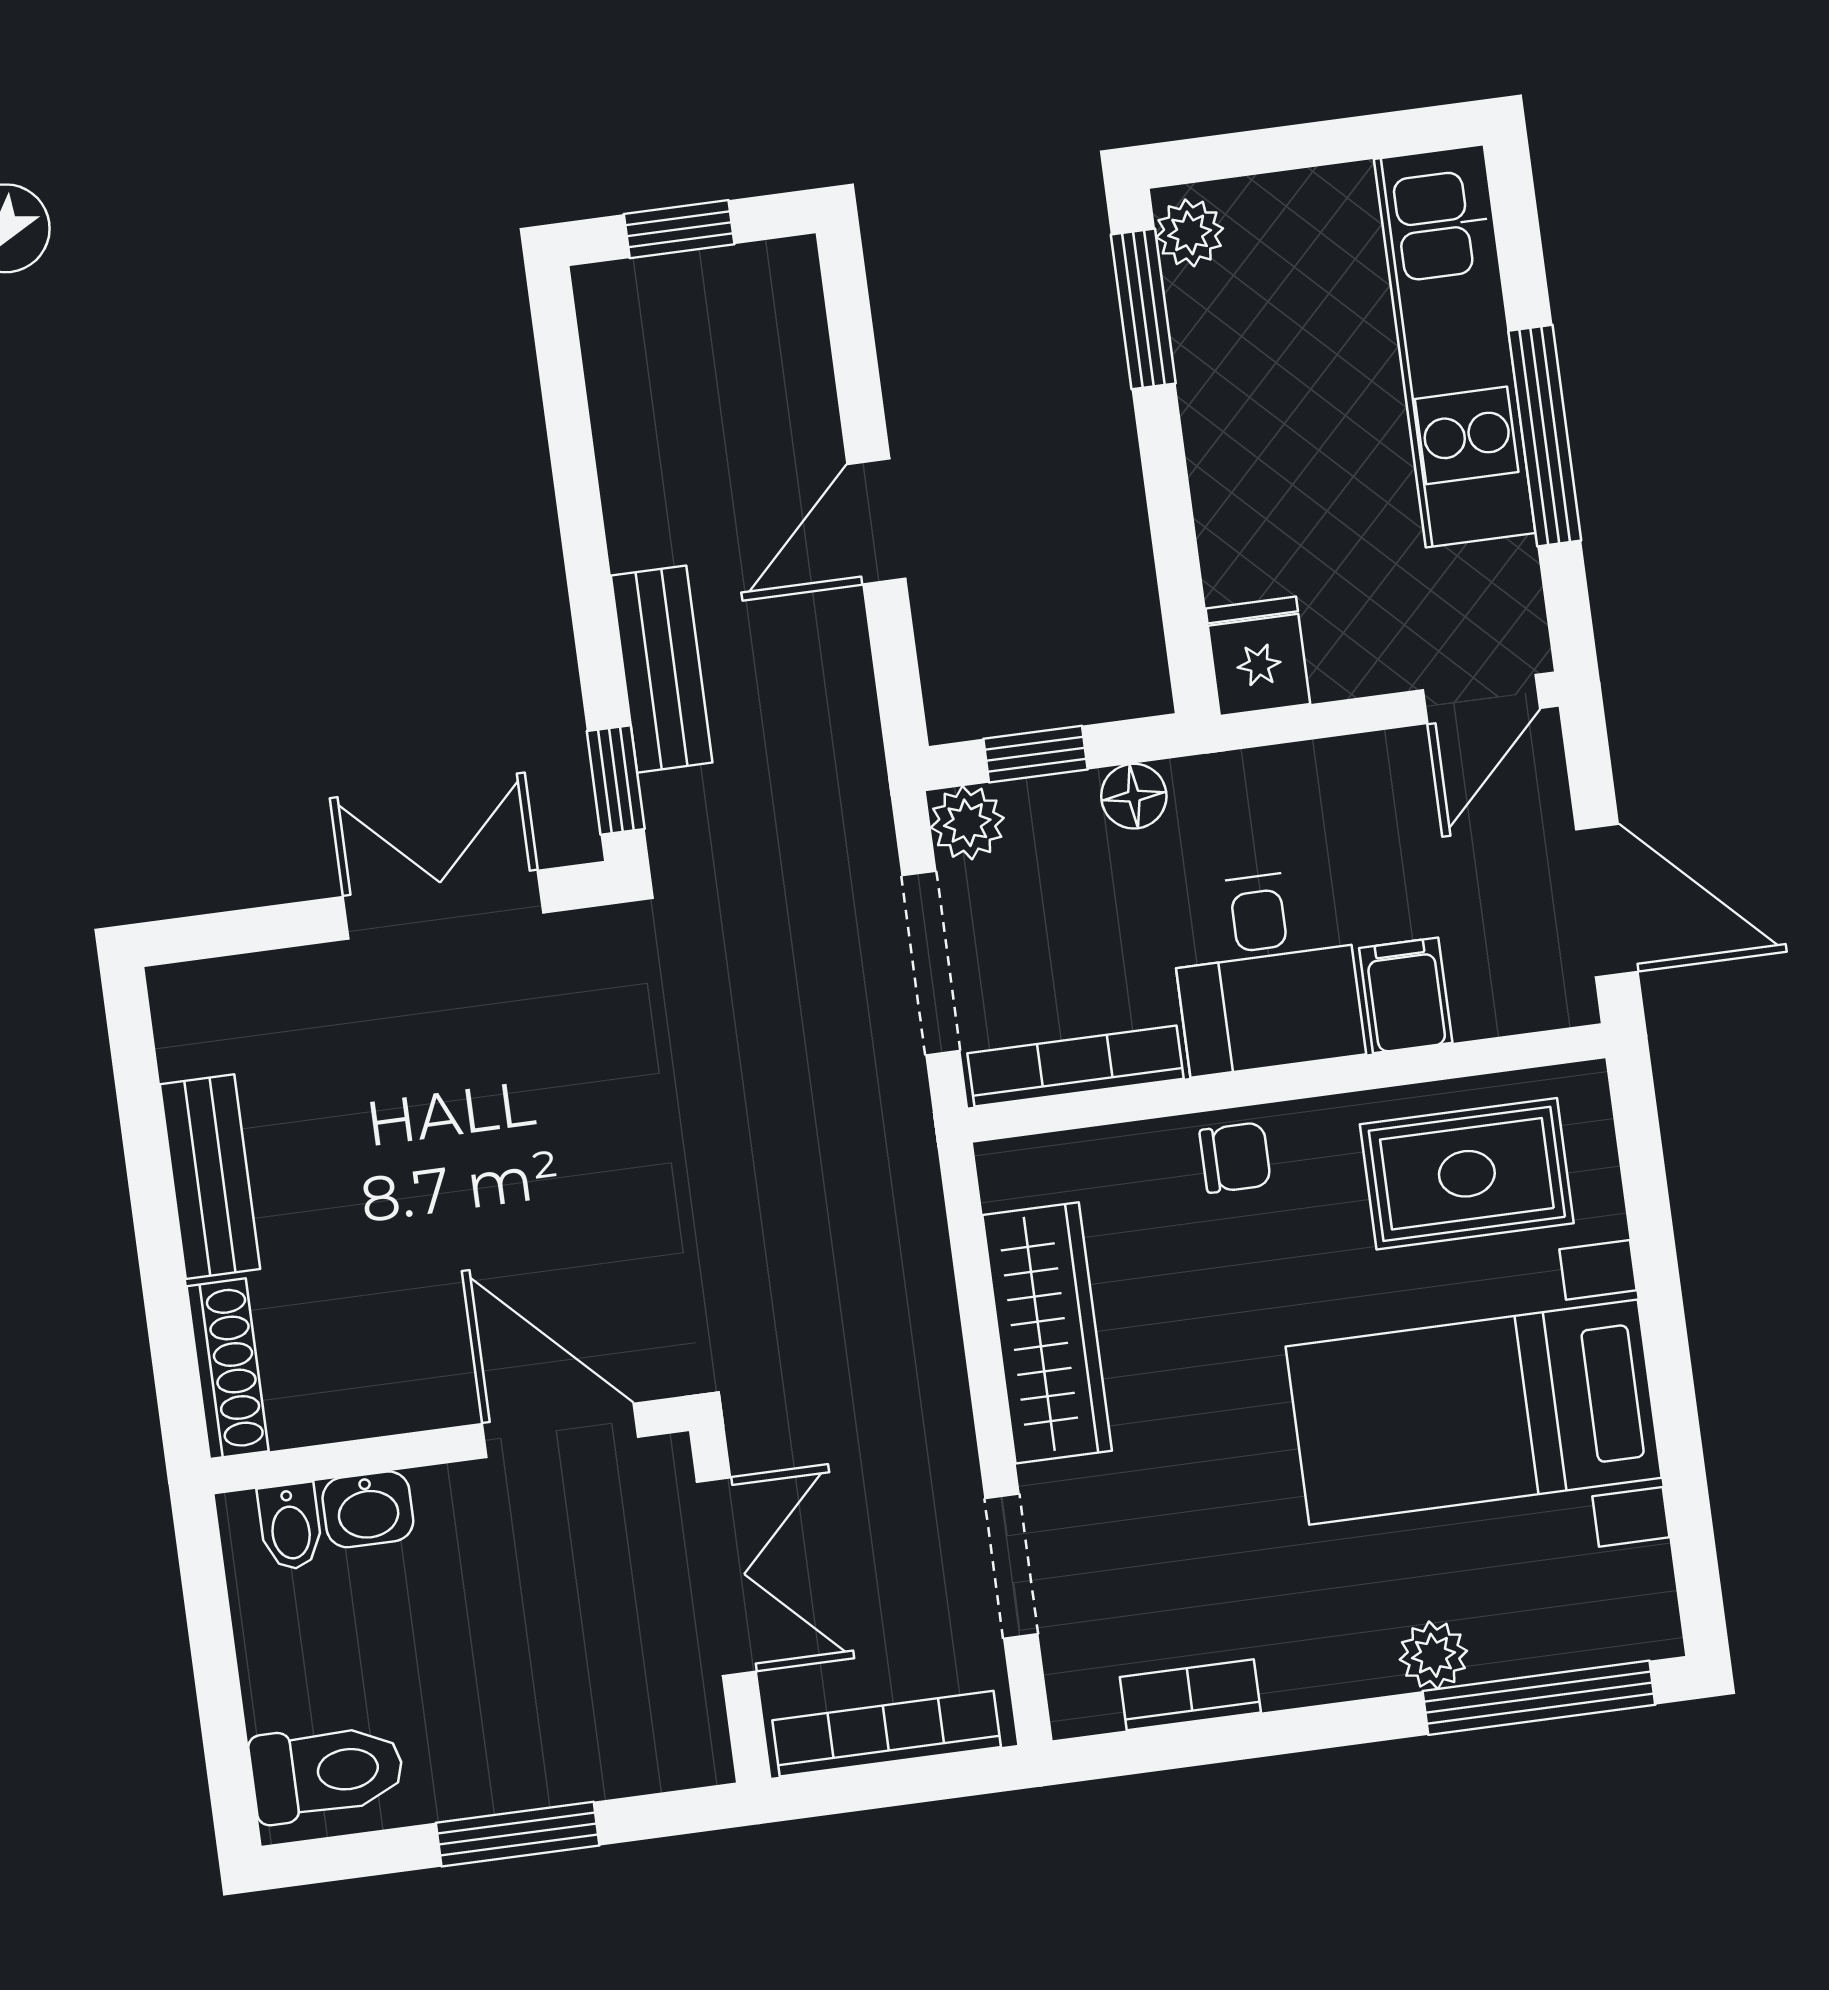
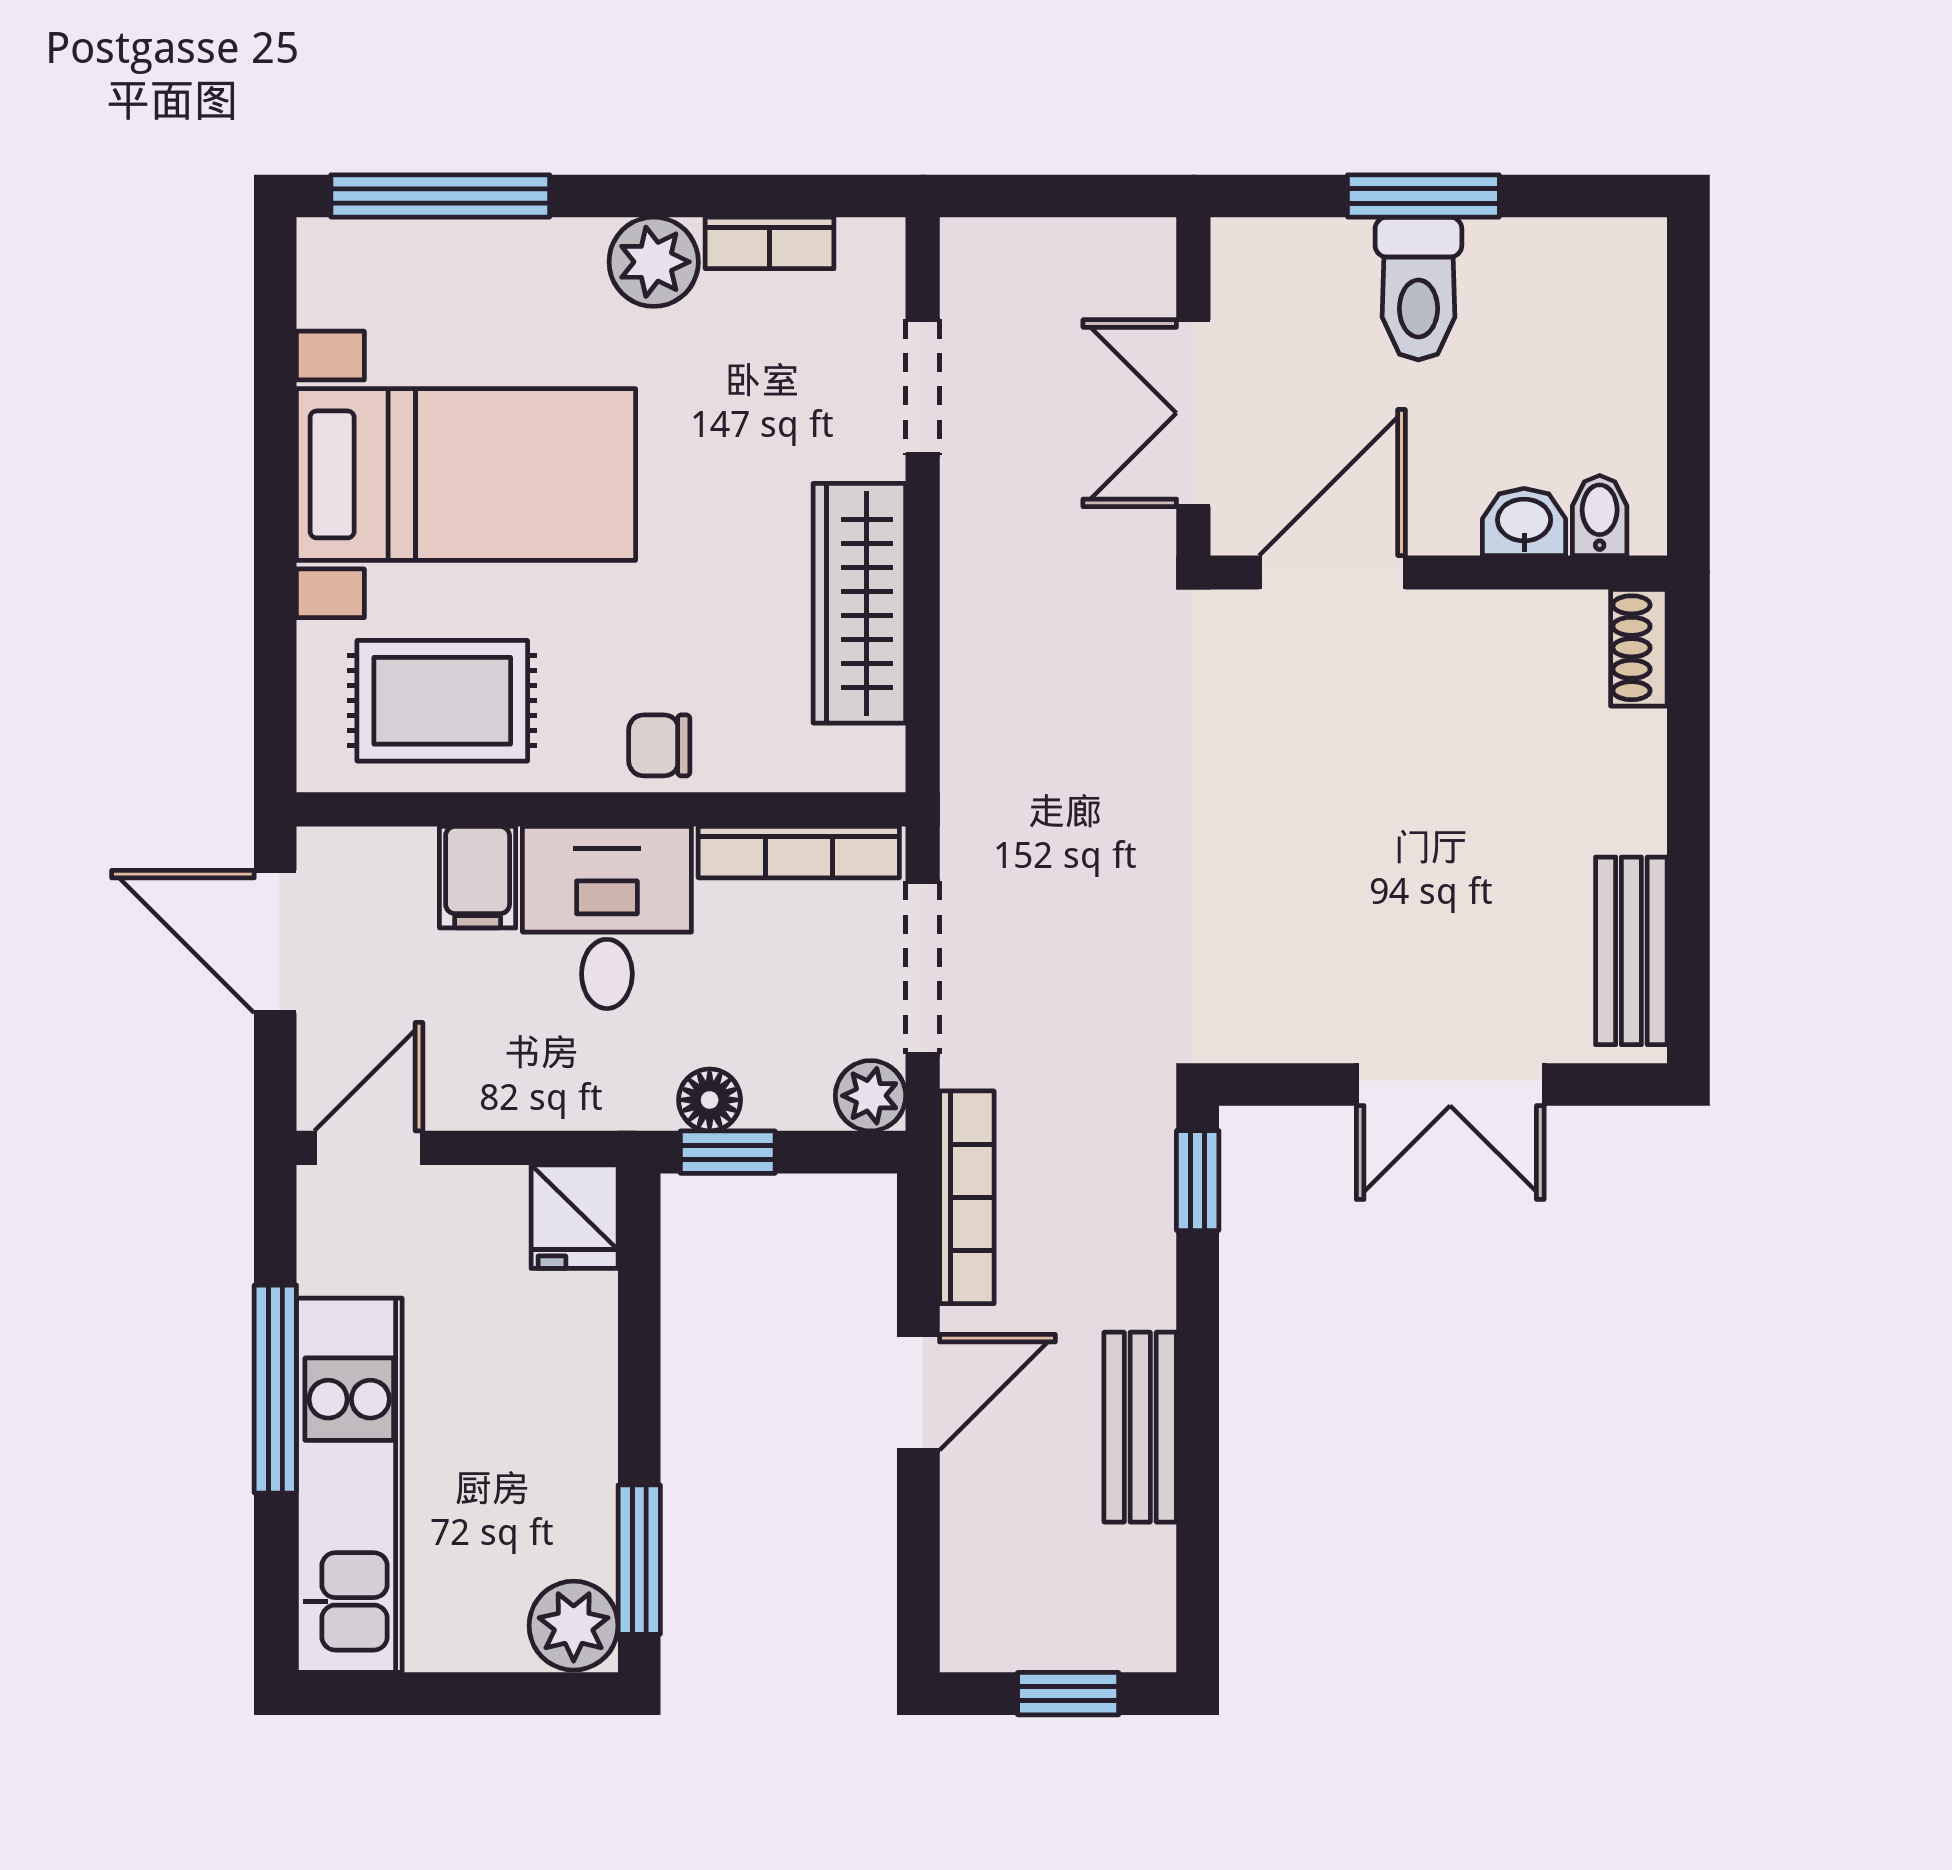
plant: (1190, 233) -> (574, 1626), width x1.38, depth x1.38
bench: (662, 669) -> (1140, 1427), moved
window: (1036, 754) -> (728, 1152), moved
double door: (443, 905) -> (1450, 1084), moved
bench: (210, 1177) -> (1631, 951), moved
shoe rack: (228, 1369) -> (1639, 648), width x0.70
door: (560, 1430) -> (1332, 572), swing flipped
plant: (1433, 1655) -> (654, 262), moved, width x1.38, depth x1.38
bookcase: (887, 1734) -> (967, 1197), moved, turned -90
toilet: (327, 1772) -> (1418, 289), moved, turned -90

